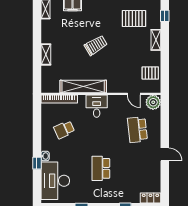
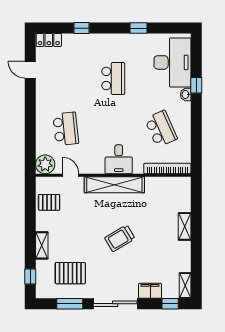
shelving: (83, 87) -> (114, 185), moved
school desk: (64, 130) -> (161, 129), width x1.85
door: (165, 154) -> (30, 70), moved

